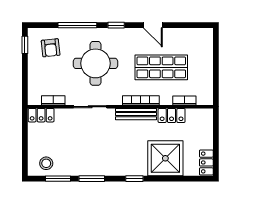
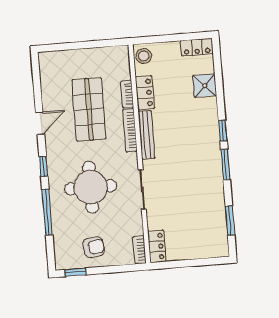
armchair: (51, 48) -> (94, 247), moved
bookcase: (53, 100) -> (140, 250), moved
bookcase: (184, 100) -> (127, 94), moved
shower: (165, 158) -> (205, 86), width x0.54, depth x0.54
stool: (46, 163) -> (144, 56), moved
window: (92, 179) -> (225, 165), moved

